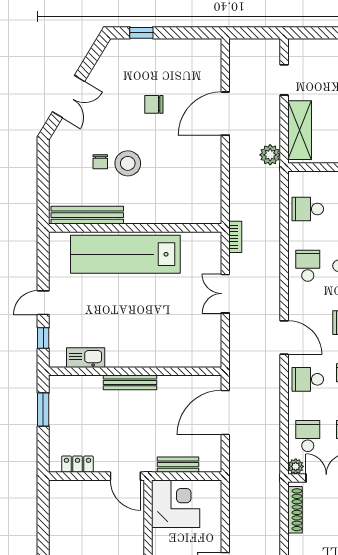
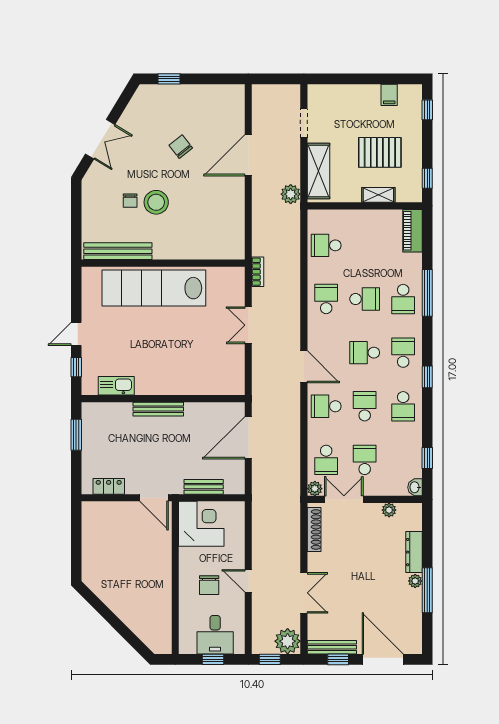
chair: (154, 104) -> (181, 147), turned 52
school desk: (308, 436) -> (326, 460), turned 180

